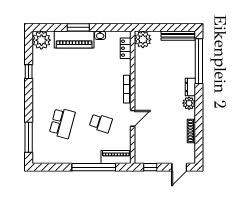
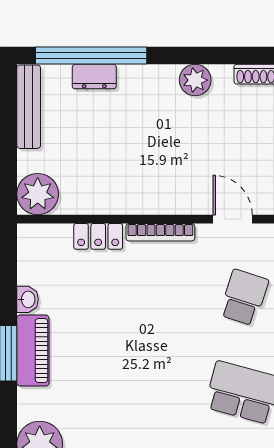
piano: (74, 40) -> (33, 350), width x0.73, depth x0.75
locker: (126, 48) -> (98, 236), moved
dresser: (190, 87) -> (94, 77), moved

